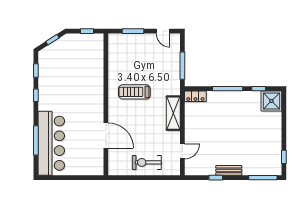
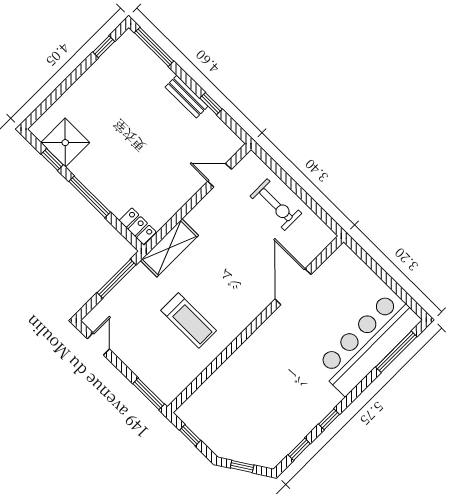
window: (133, 31) -> (149, 394), moved
treadmill: (134, 92) -> (189, 321), moved
shower: (271, 101) -> (65, 143), moved
shelving: (173, 113) -> (169, 248), moved
window: (36, 140) -> (396, 352), moved

